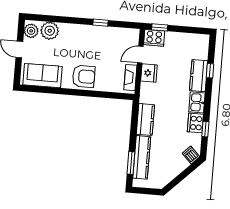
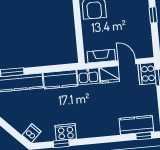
window: (210, 71) -> (144, 136), moved
kitchen counter: (199, 76) -> (136, 125), moved
kitchen sink: (197, 102) -> (88, 76), moved, turned 180

